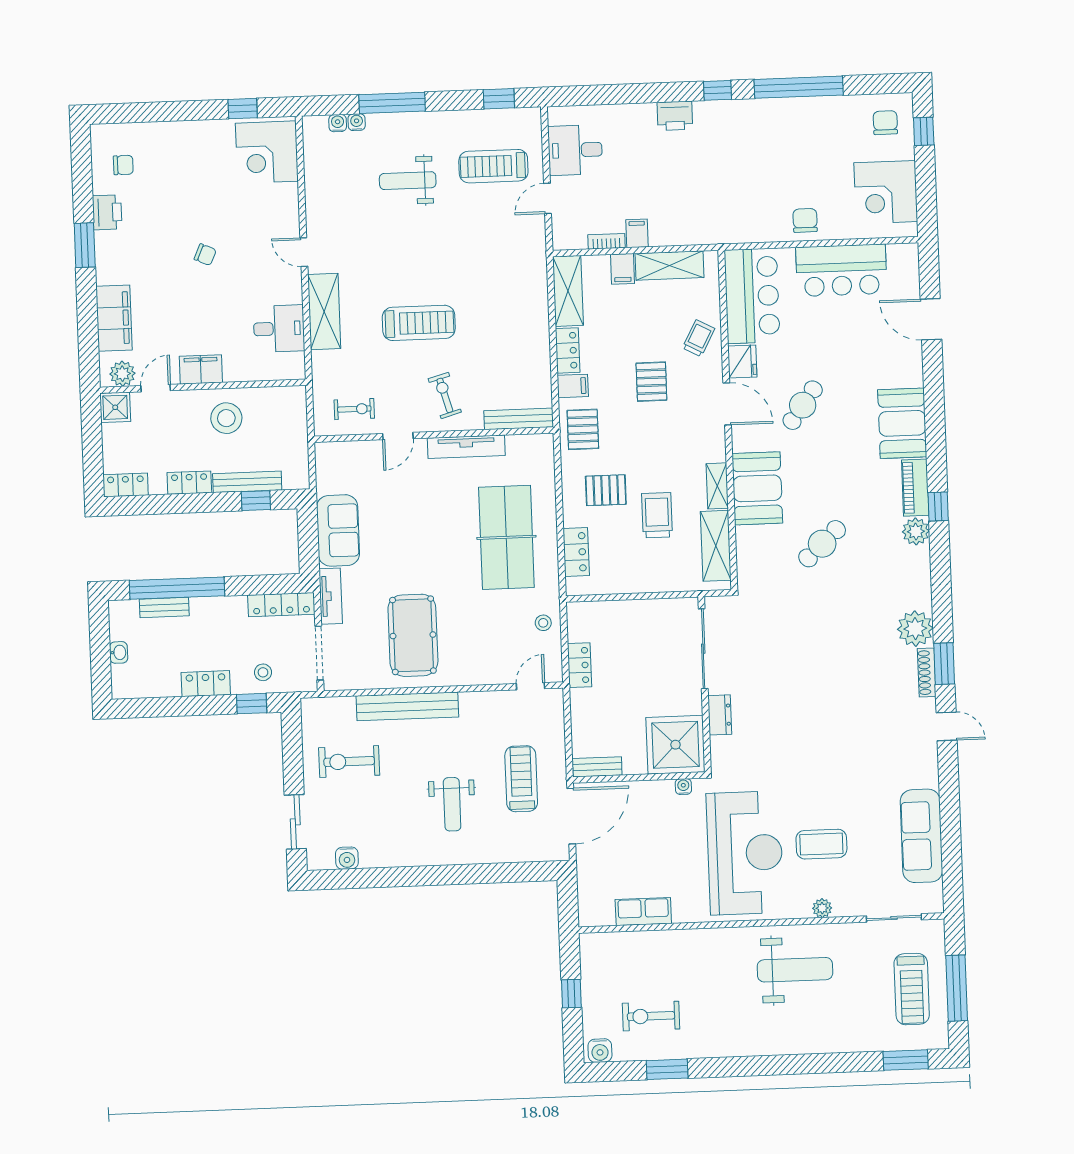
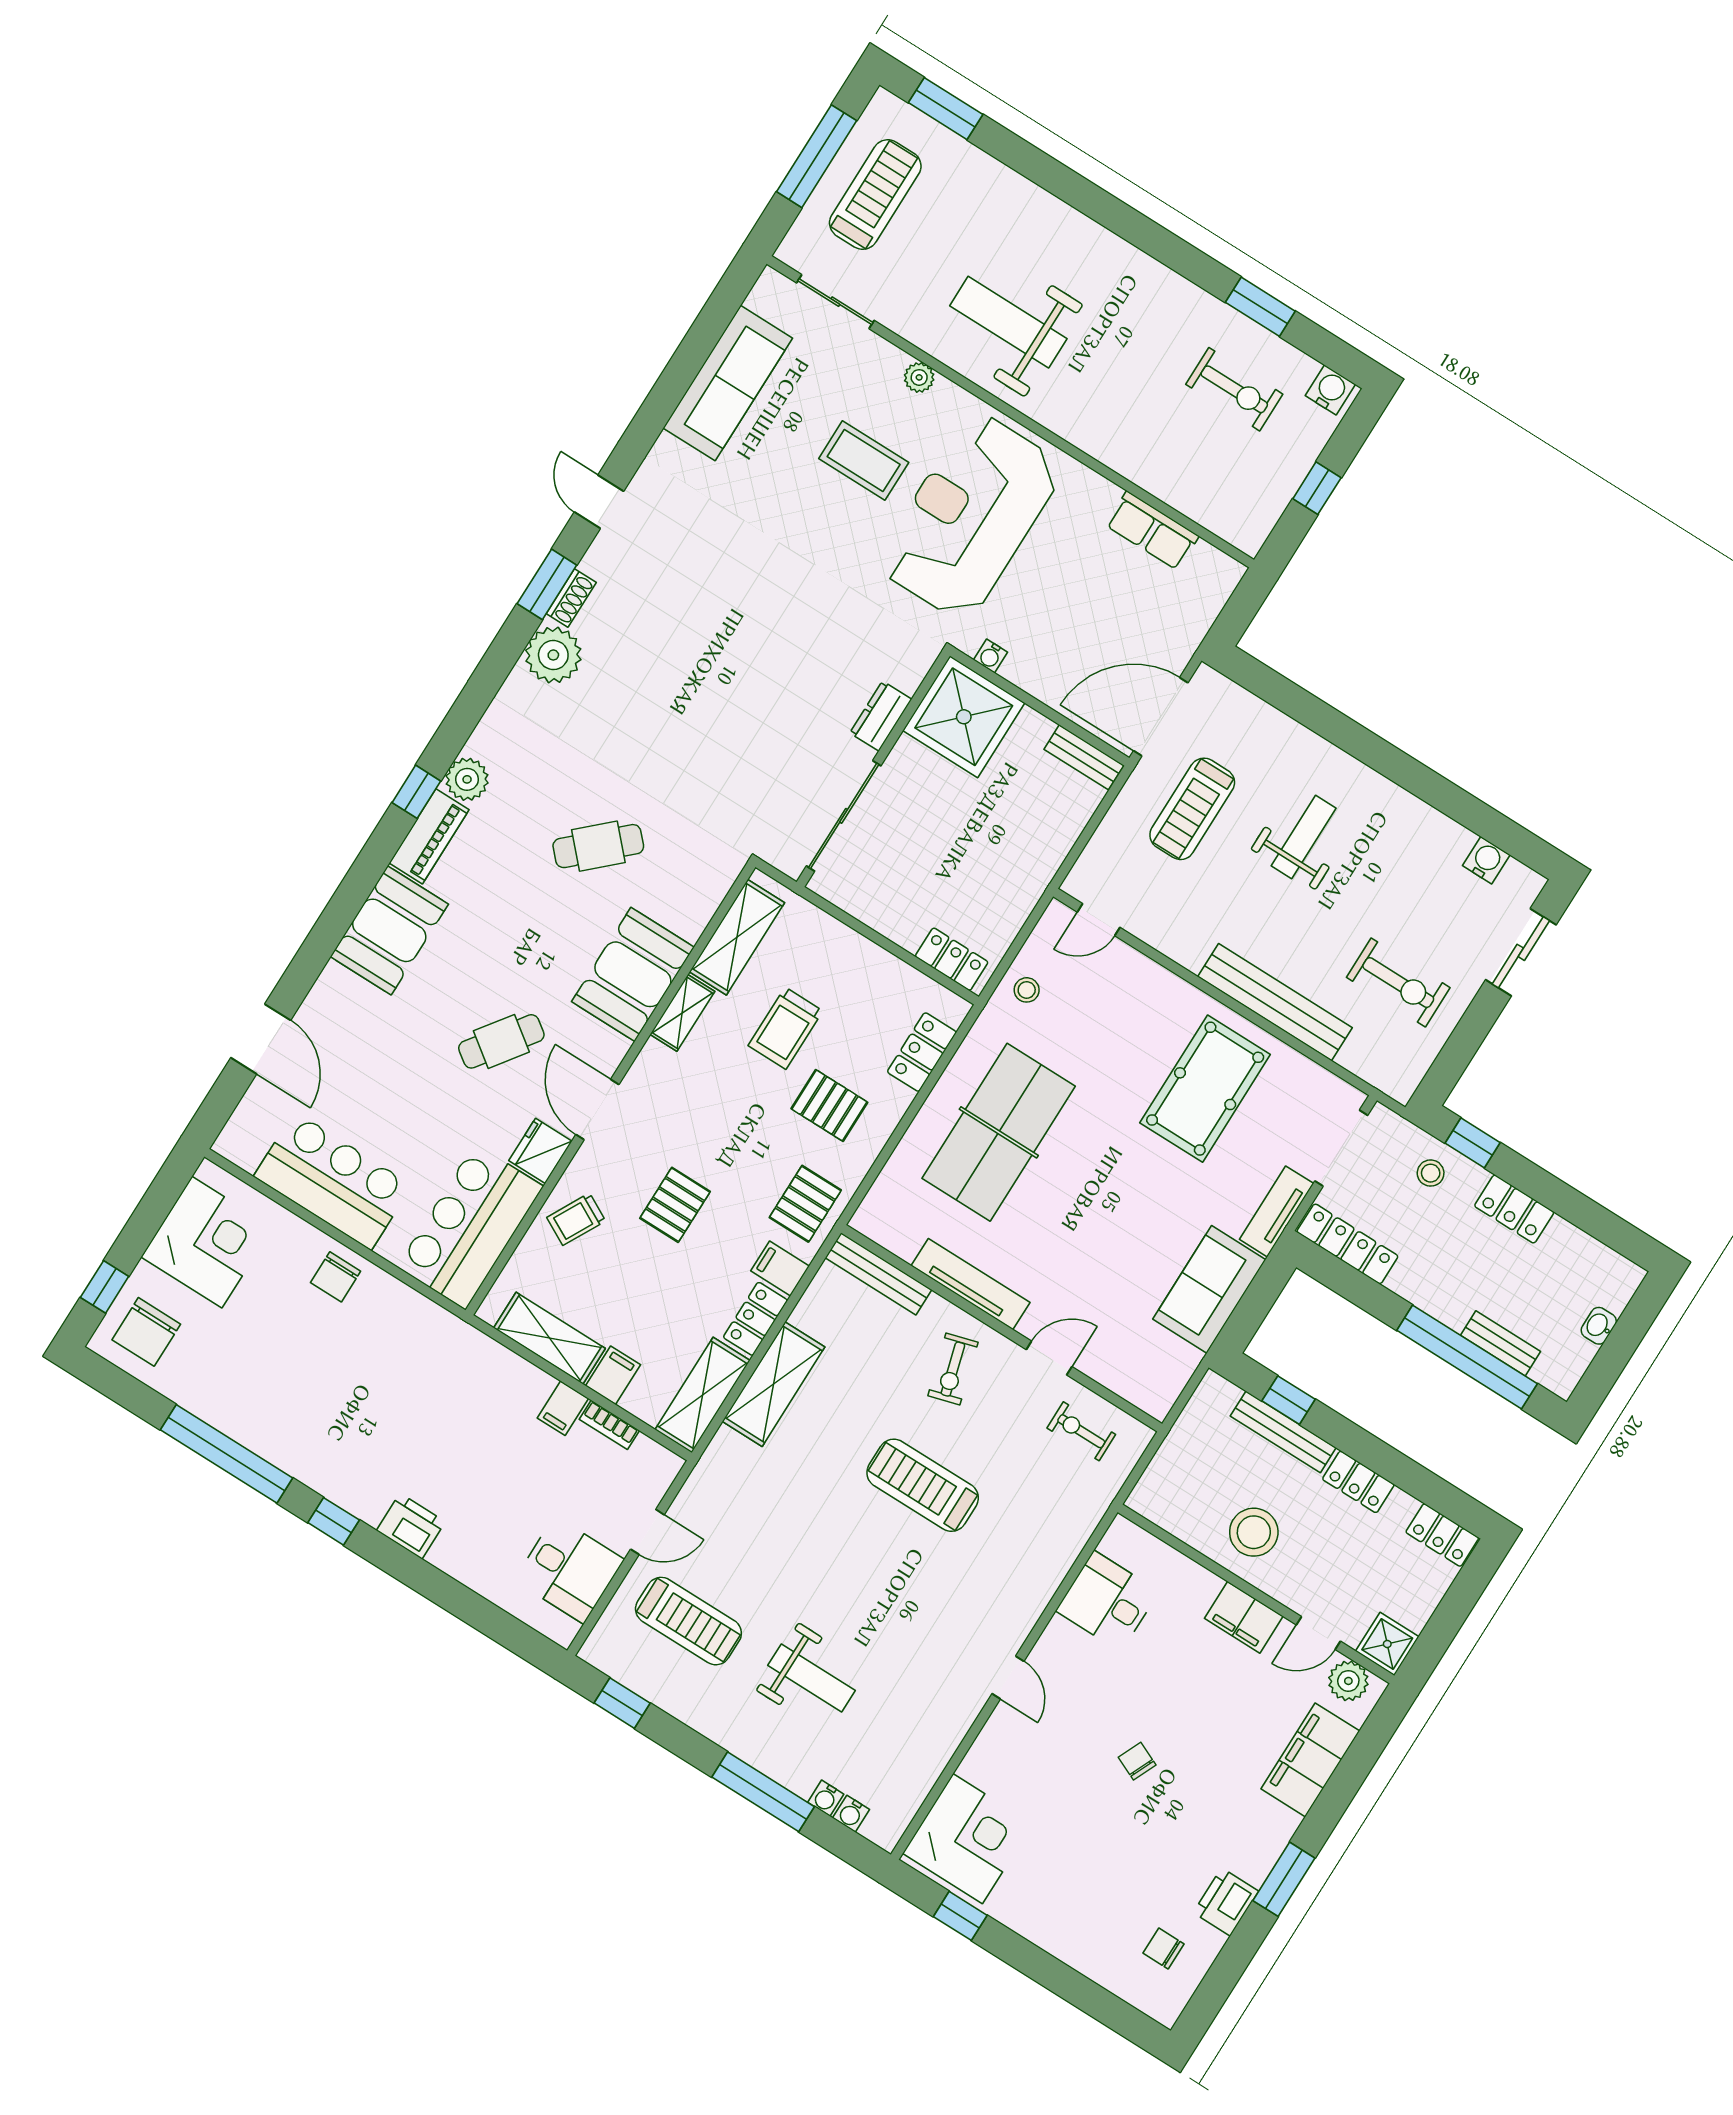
chair: (885, 123) -> (146, 1332), width x1.37, depth x1.37
shelving: (324, 312) -> (774, 1384), moved
locker: (579, 665) -> (952, 959), moved, turned 90
shoe rack: (927, 673) -> (571, 598), width x0.70

